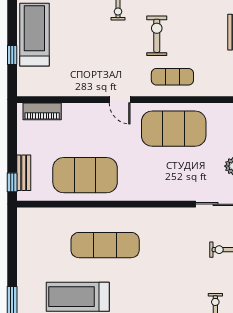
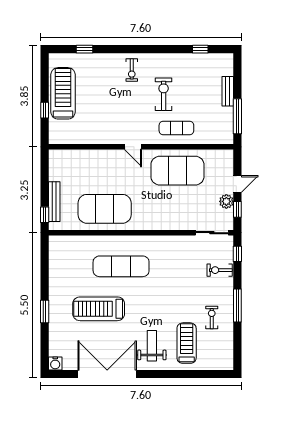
piano: (42, 111) -> (69, 156), removed
bench: (24, 173) -> (54, 202), width x1.36

